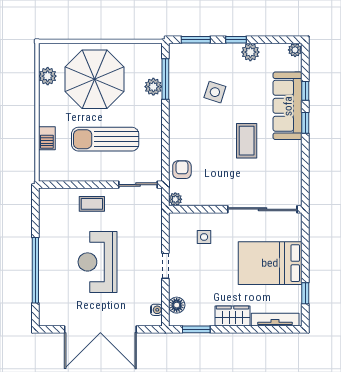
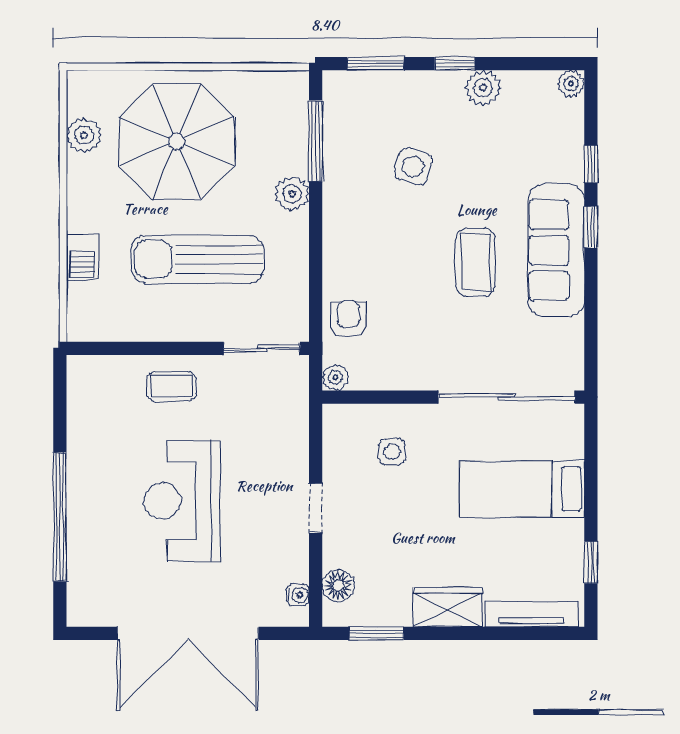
plant: (153, 87) -> (292, 194), moved
sofa: (288, 106) -> (556, 250), moved
bed: (270, 263) -> (522, 489), width x0.67

